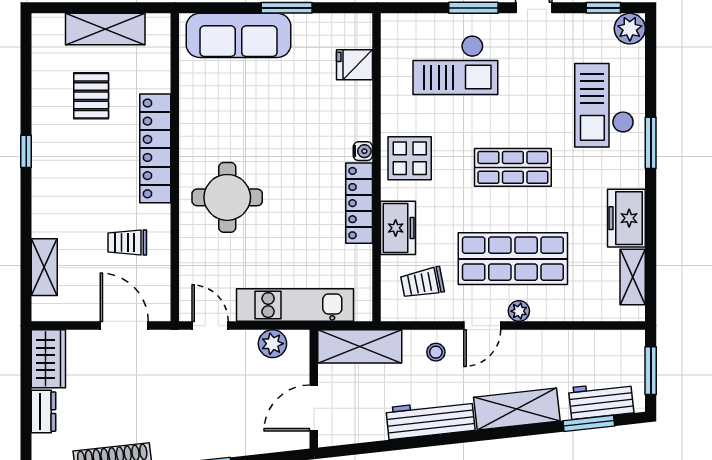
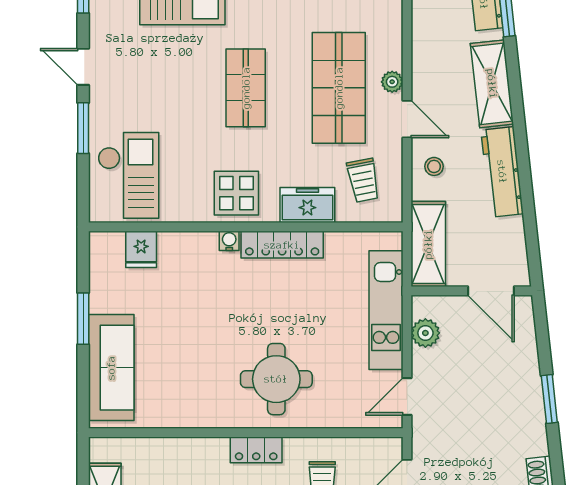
checkout: (455, 65) -> (128, 175), moved
locker: (155, 148) -> (256, 450), width x0.46, depth x0.83

